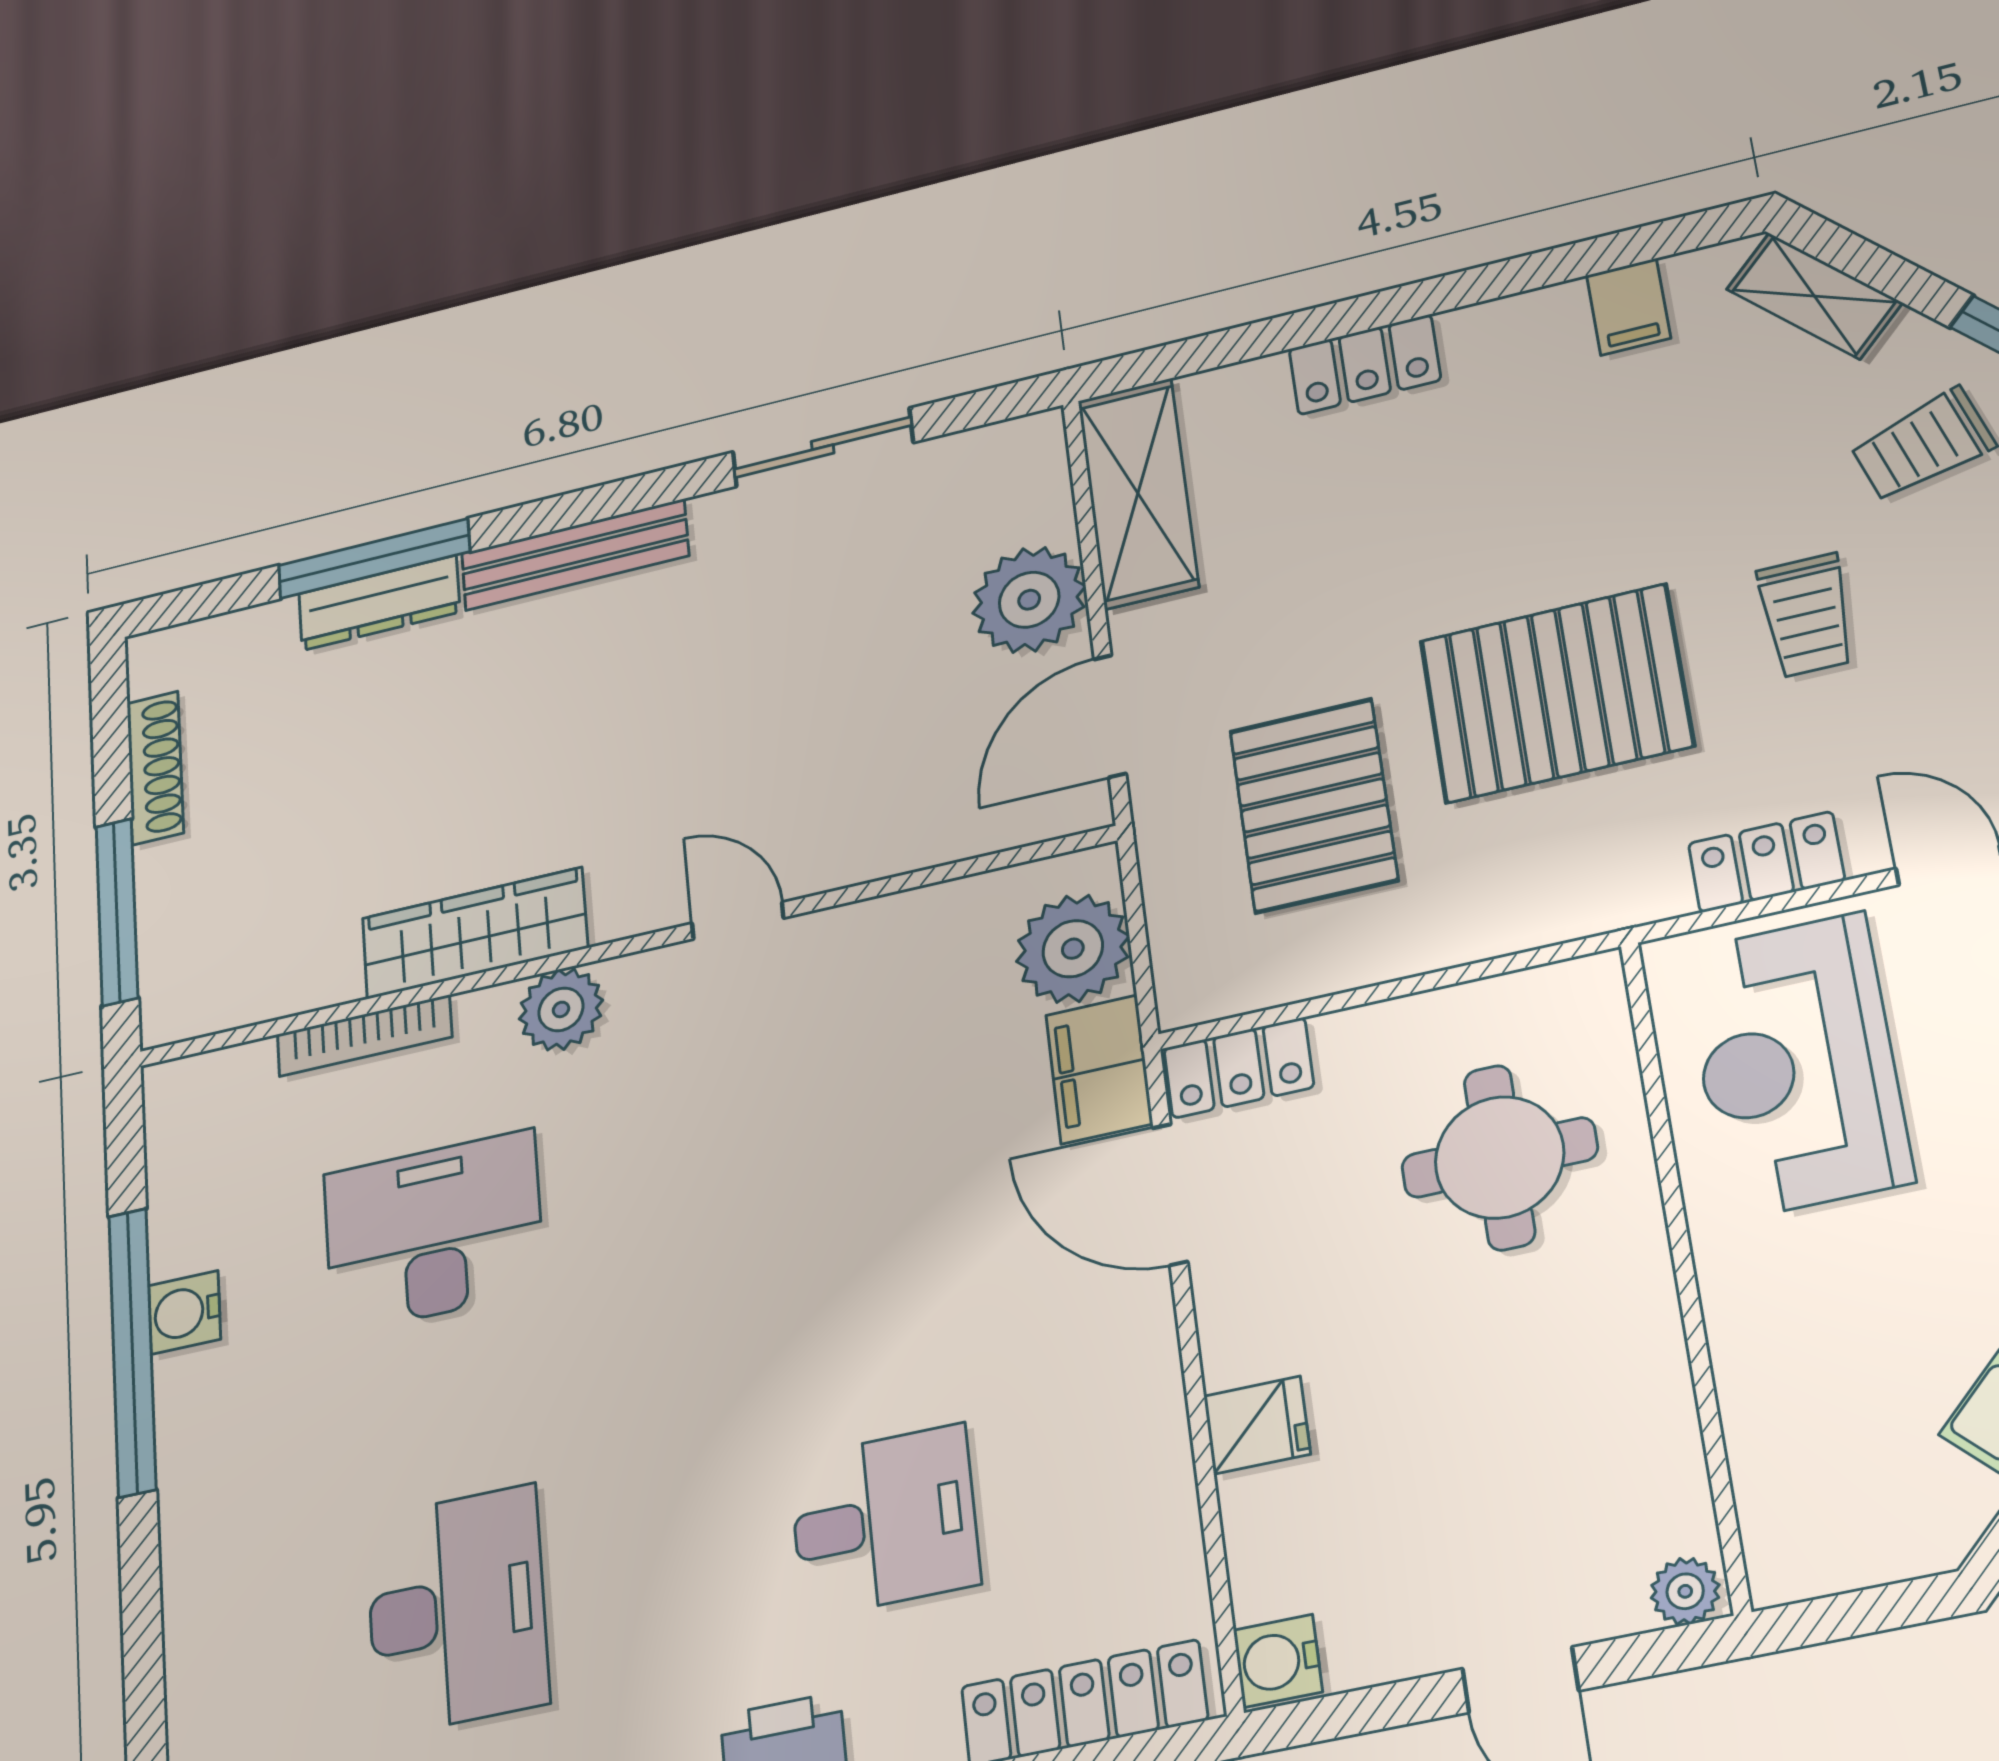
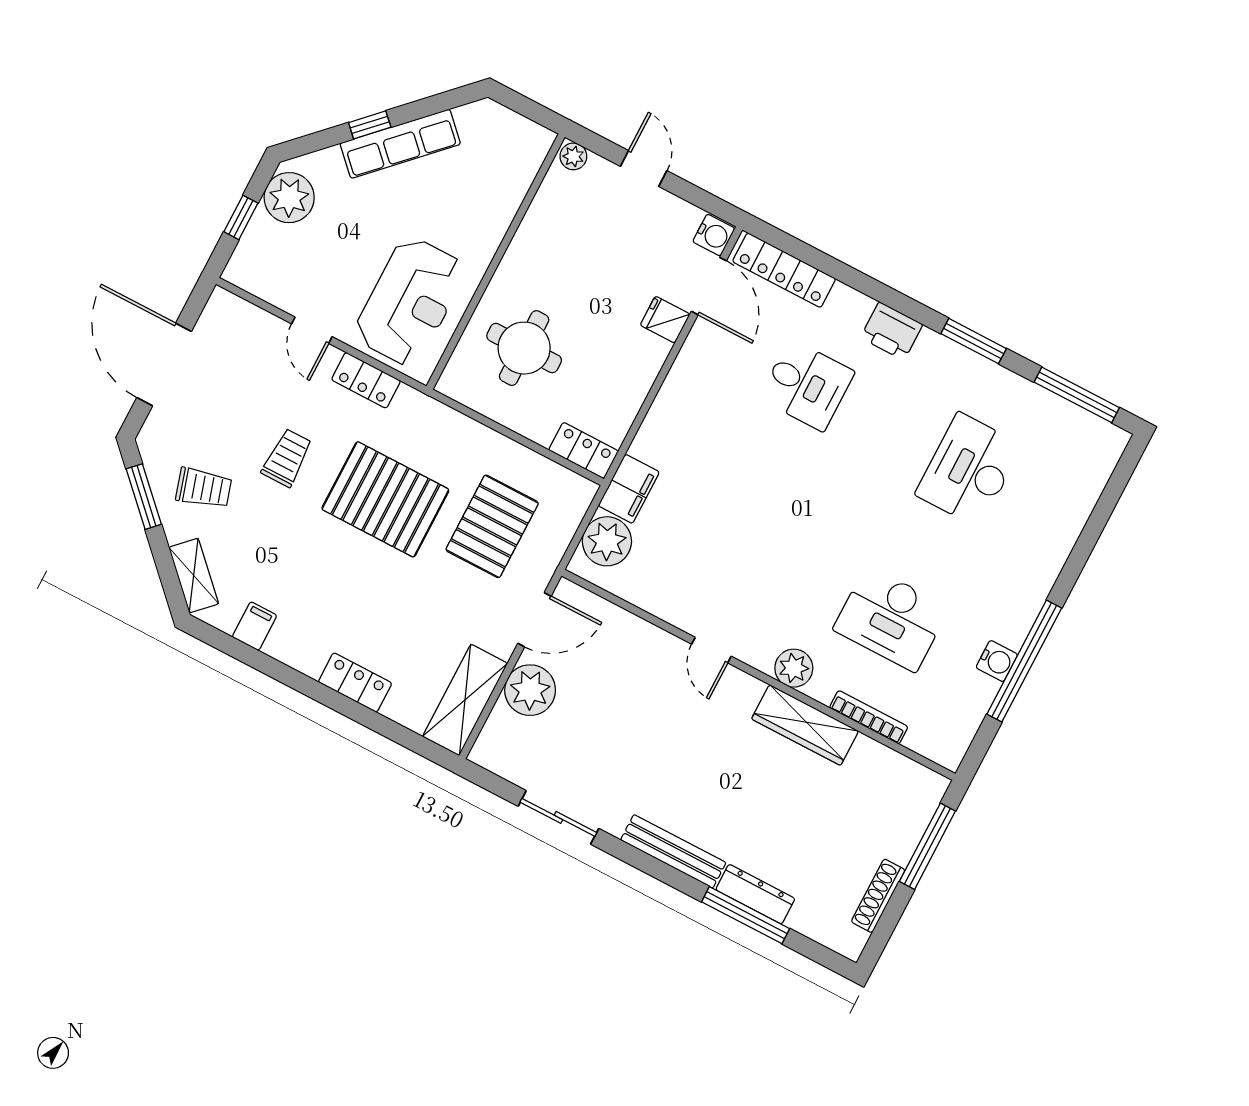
door: (1170, 1194) -> (709, 286), moved
desk: (884, 1521) -> (807, 385), turned 180

